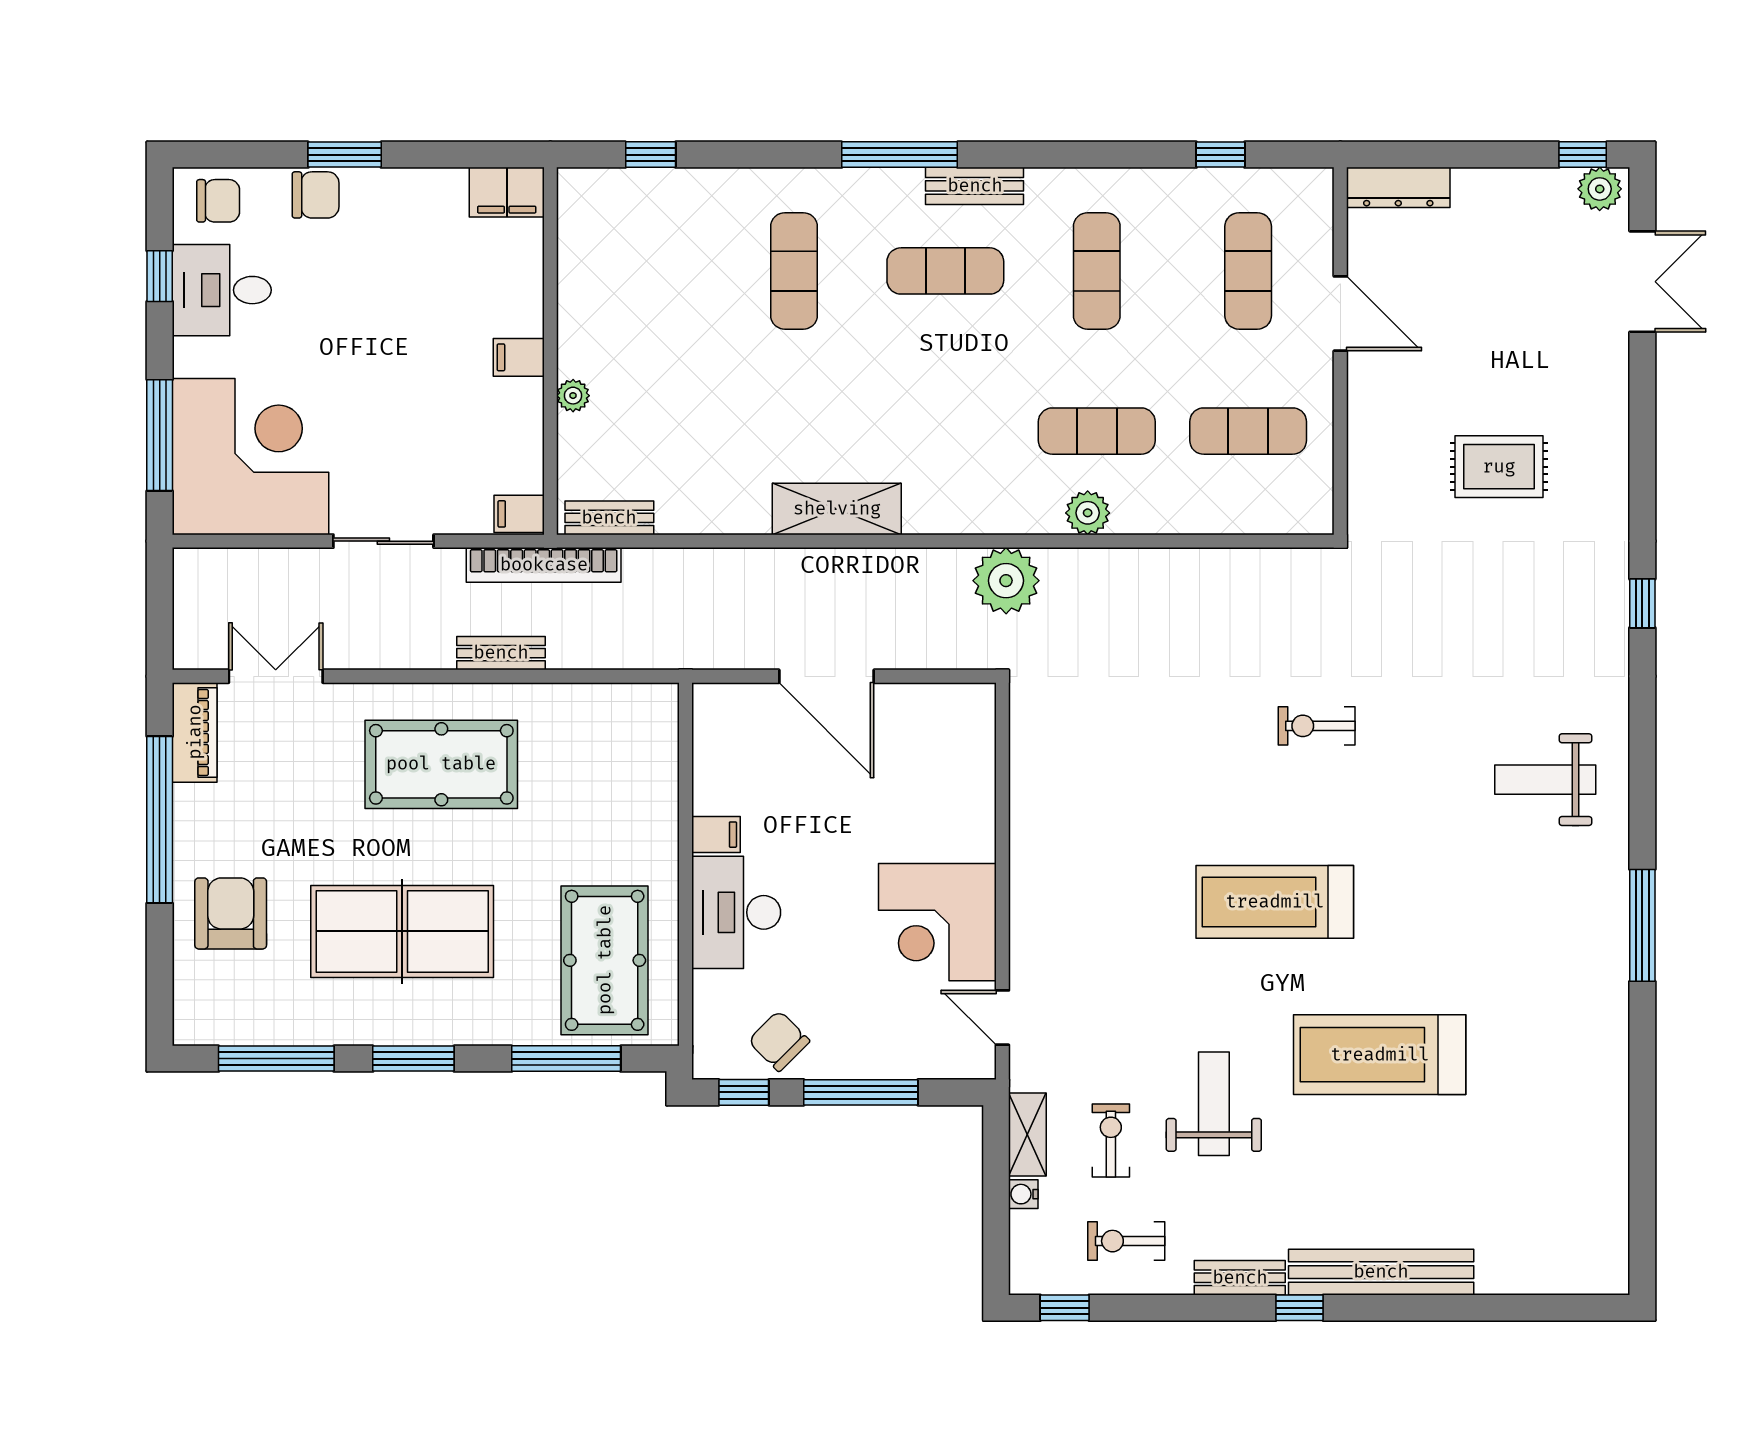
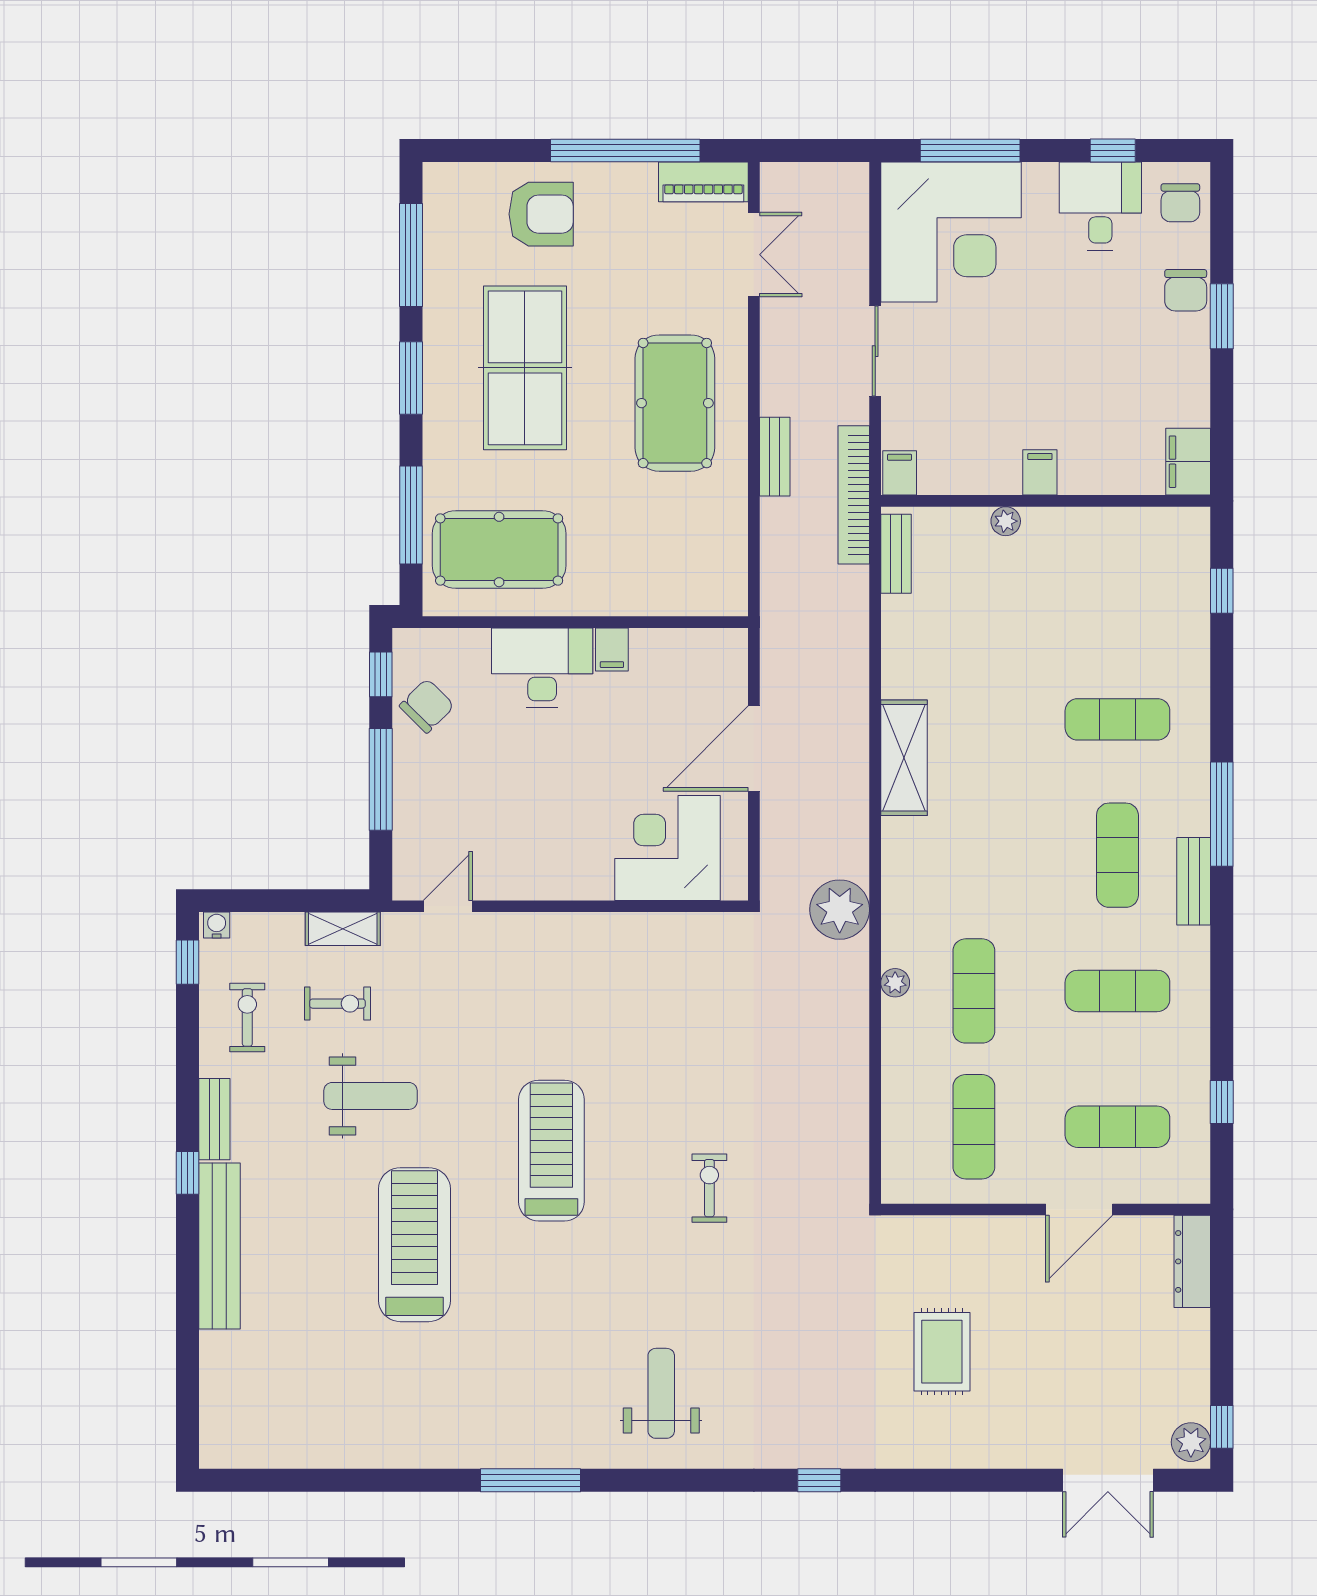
plant: (1088, 513) -> (895, 983), width x0.73, depth x0.73
corner desk: (937, 922) -> (668, 848), moved
water cooler: (1023, 1194) -> (217, 925), moved

